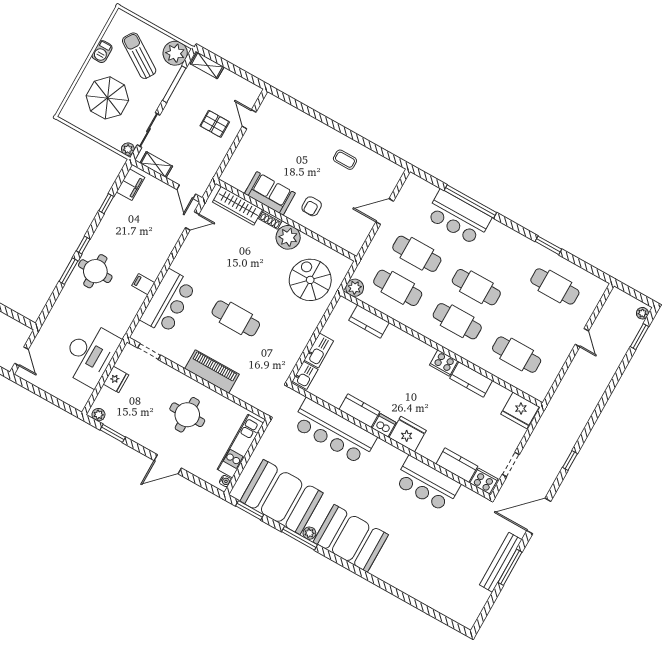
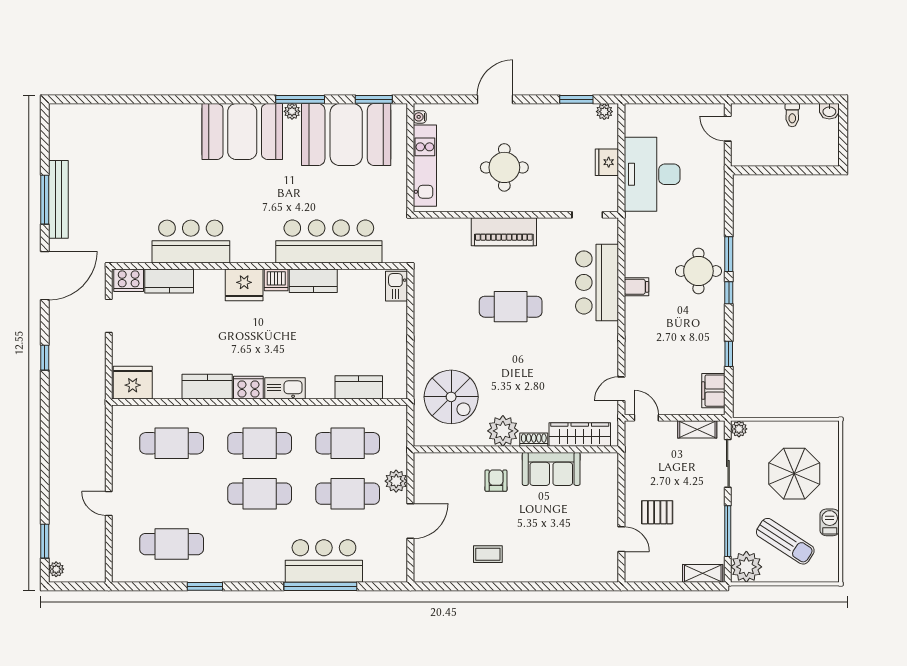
plant: (355, 288) -> (396, 481), moved
kitchen sink: (319, 351) -> (285, 388), moved, turned 90

